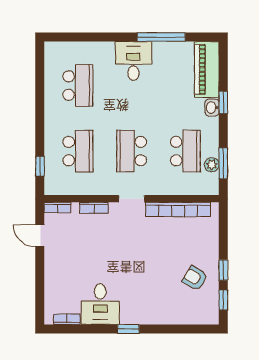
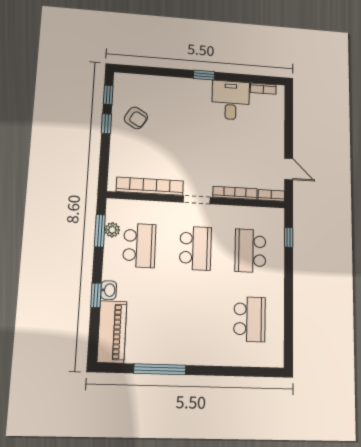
desk: (133, 61) -> (191, 344), removed
school desk: (78, 86) -> (249, 319), turned 180
school desk: (185, 151) -> (139, 245), turned 180
bookcase: (94, 208) -> (235, 193), width x1.56

